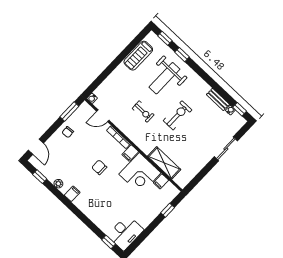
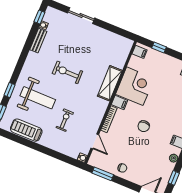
treadmill: (138, 56) -> (26, 130), turned 180
exercise bike: (143, 112) -> (65, 120), moved
shelving: (164, 163) -> (110, 83), moved
filing cabinet: (161, 181) -> (140, 52), moved

